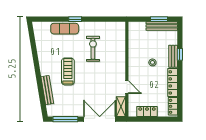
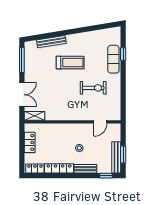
window: (75, 19) -> (123, 54), moved
window: (180, 54) -> (106, 176), moved
door: (127, 87) -> (100, 122), moved
double door: (100, 119) -> (22, 95), width x0.73

